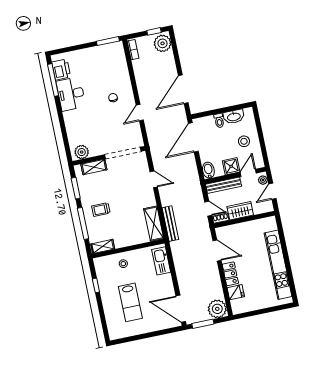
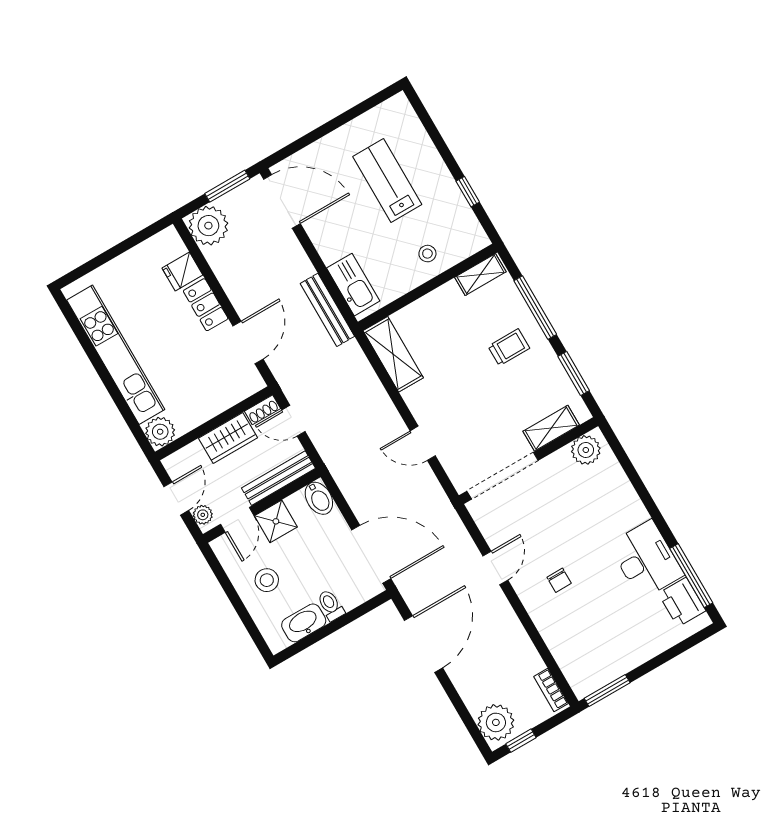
door: (193, 137) -> (371, 554), hinge flipped
bench: (170, 224) -> (327, 310), moved
plant: (270, 224) -> (160, 432), added
door: (217, 251) -> (248, 342), swing flipped

